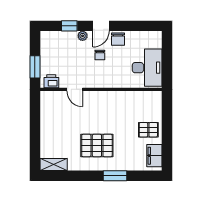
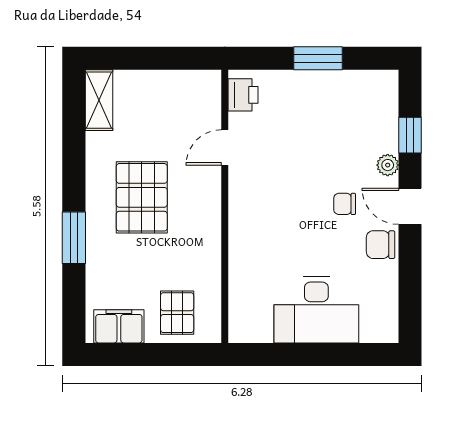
printer: (51, 81) -> (243, 95), moved
door: (75, 89) -> (225, 148), moved
wall: (101, 89) -> (225, 206), moved

